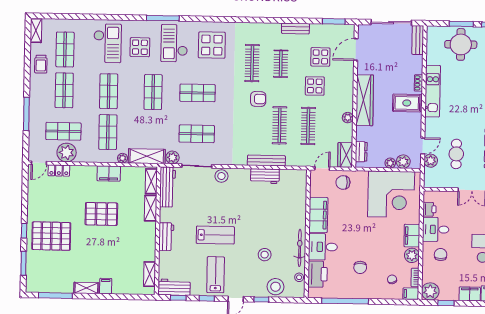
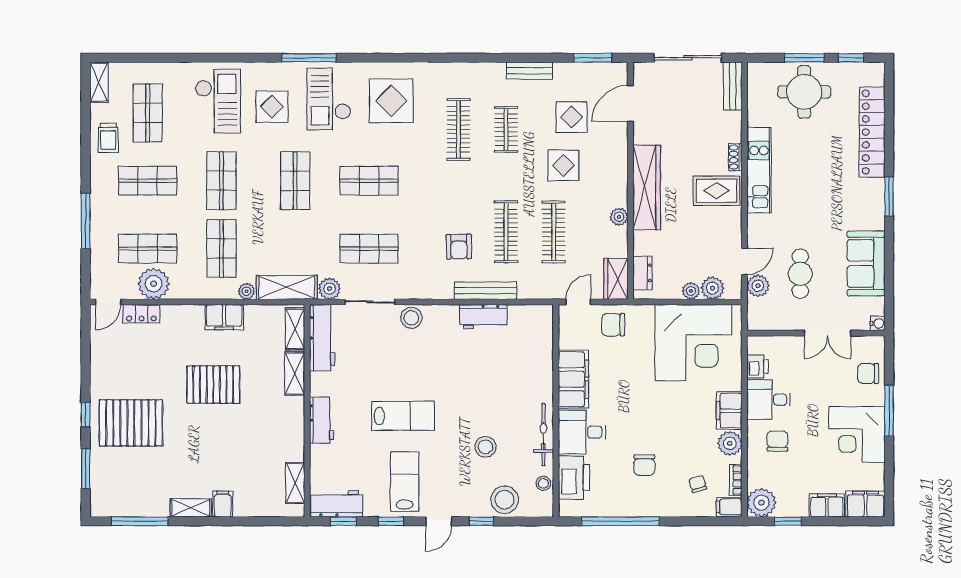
shop shelf: (64, 90) -> (148, 181), turned 90
armchair: (258, 99) -> (459, 247), moved, turned 89

